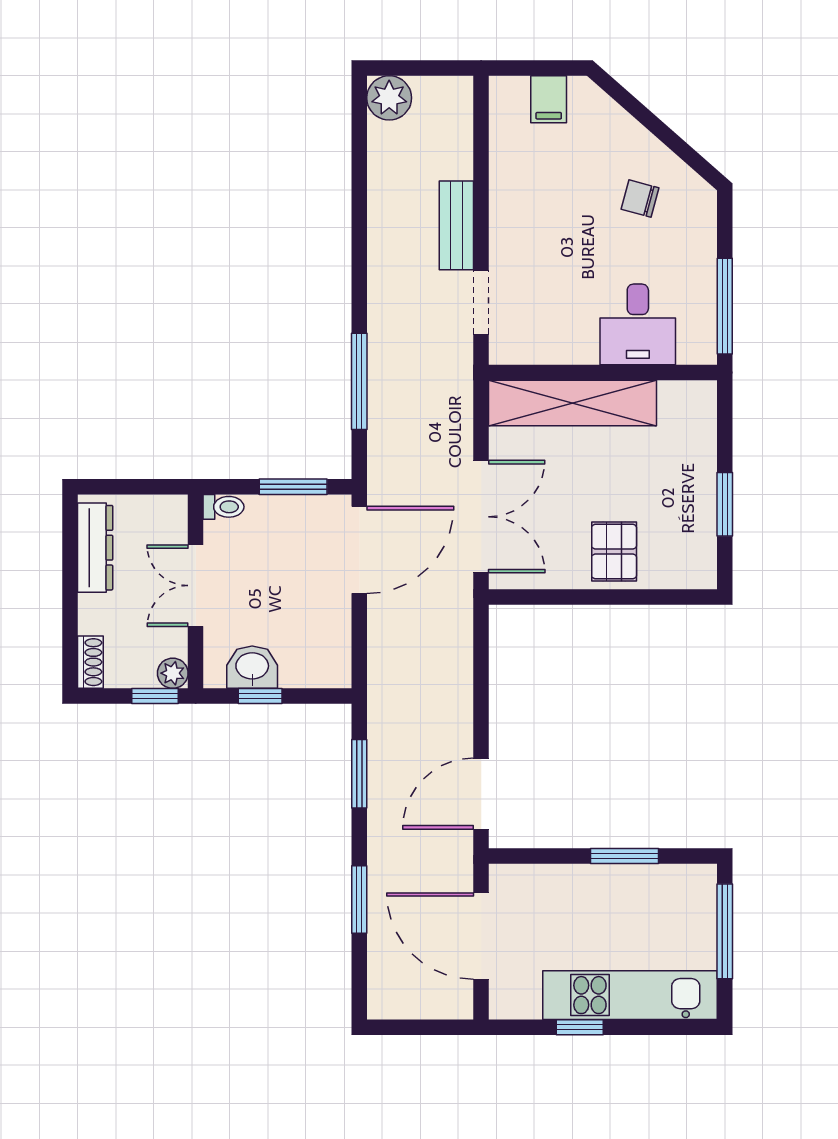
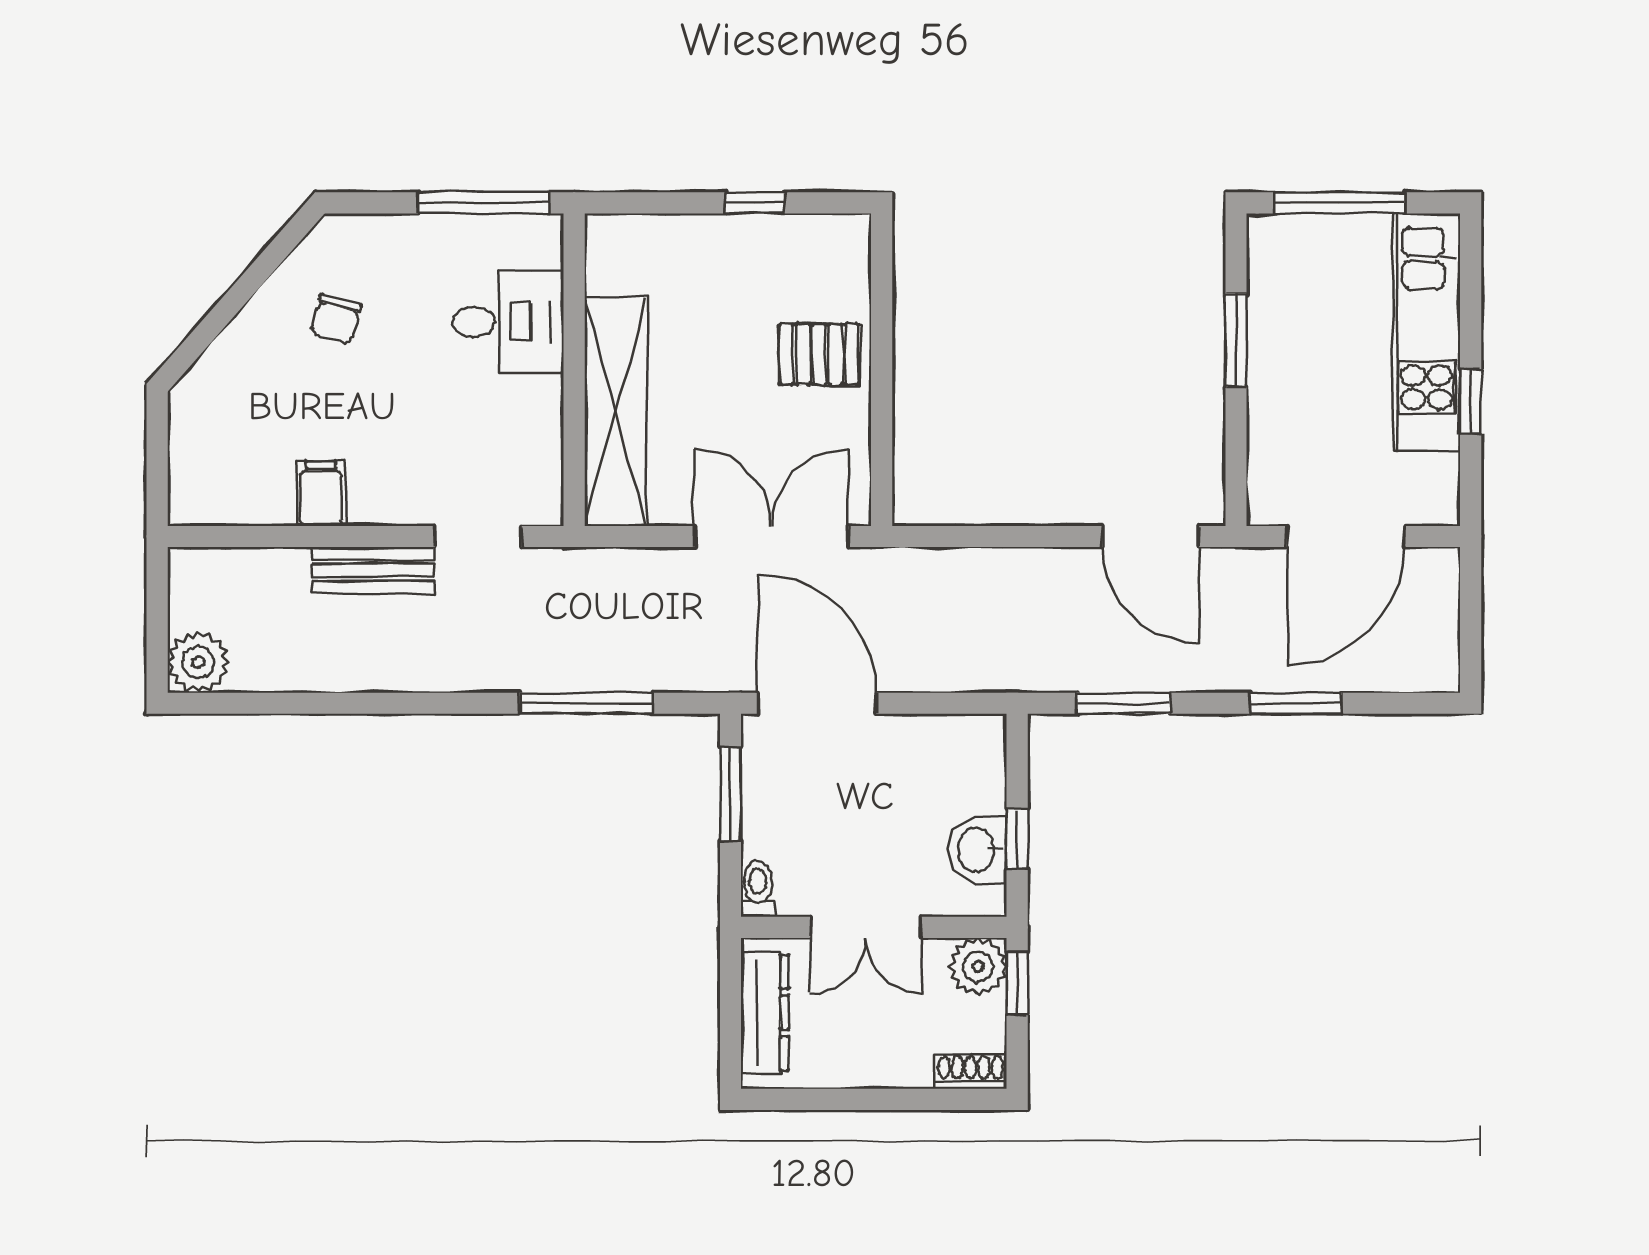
filing cabinet: (549, 99) -> (321, 494), moved, turned -90
window: (725, 504) -> (754, 203), width x0.67
dresser: (95, 548) -> (765, 1013), moved, turned 90
plant: (173, 673) -> (978, 966), width x1.38, depth x1.38

